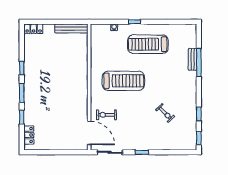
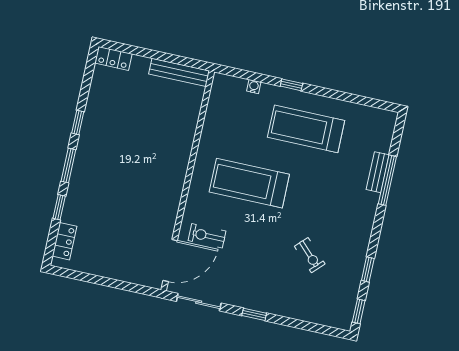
treadmill: (123, 81) -> (249, 183), turned 180
door: (89, 133) -> (170, 261), hinge flipped

